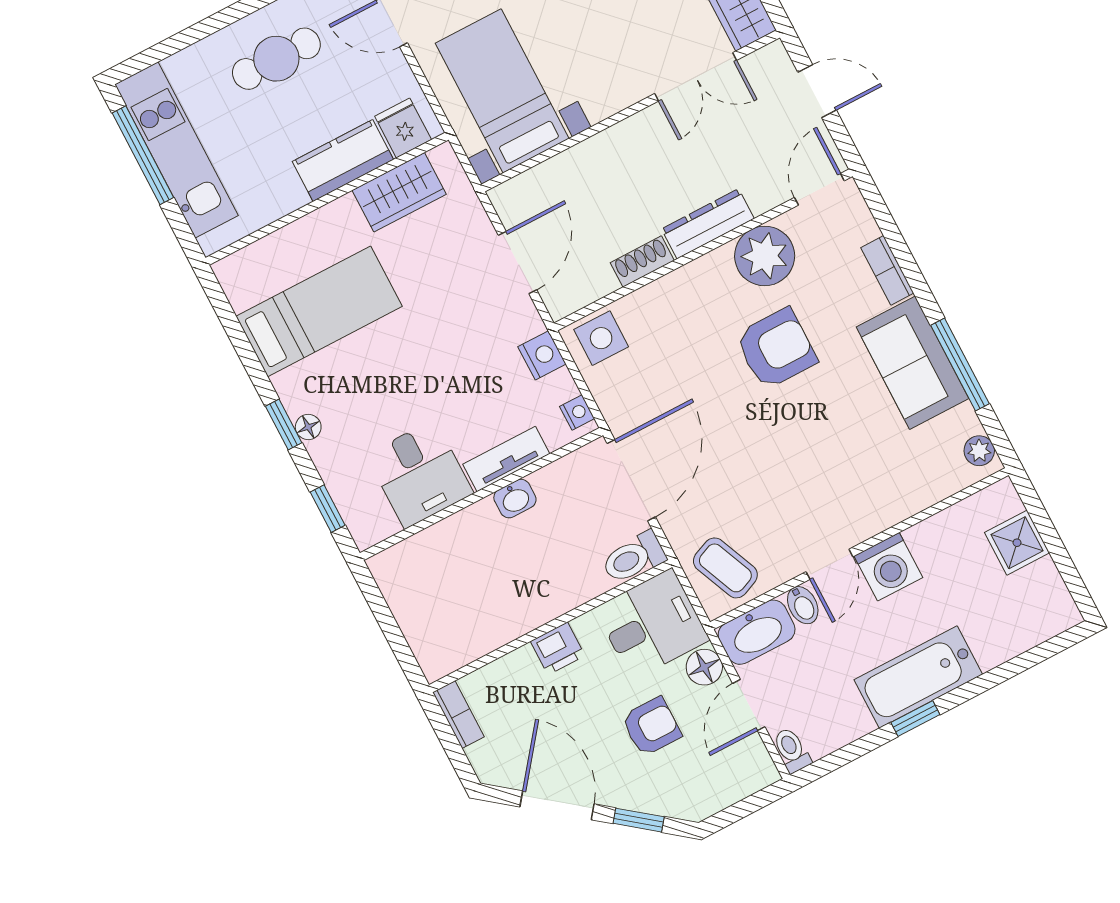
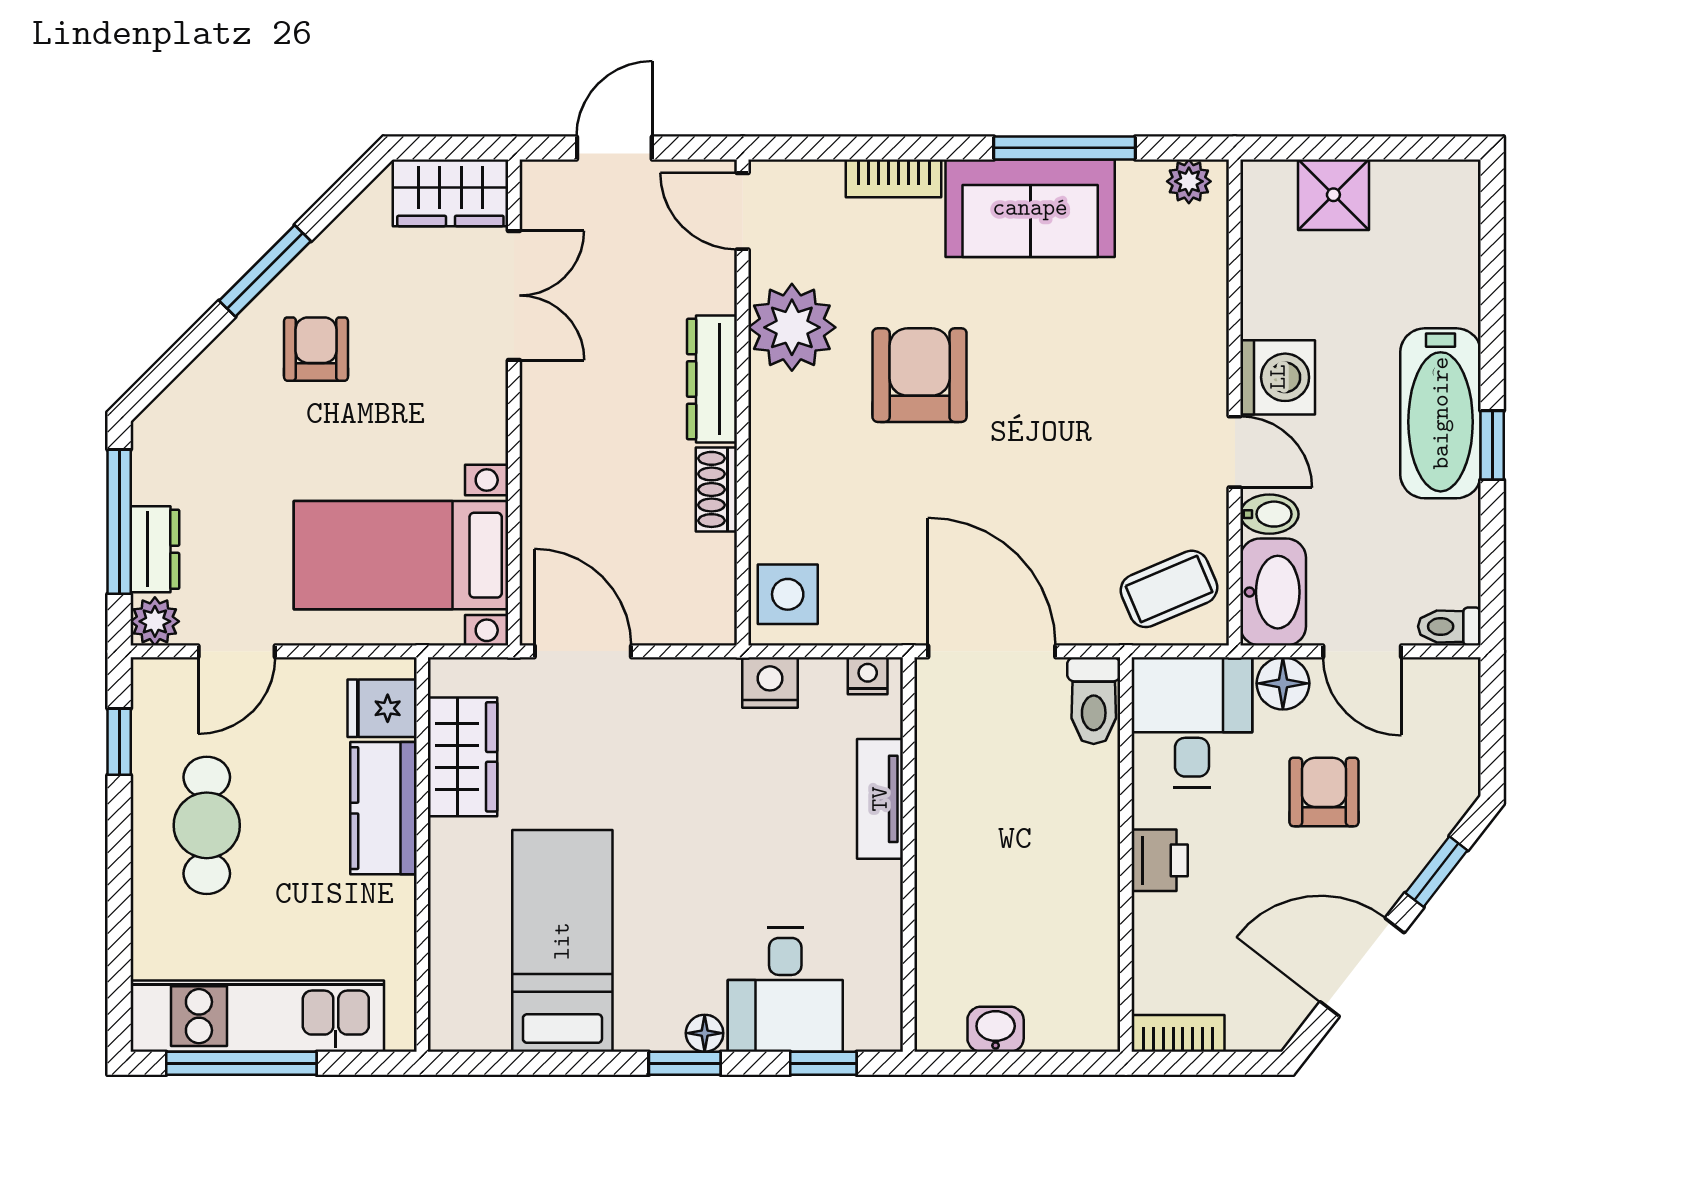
door: (517, 263) -> (583, 651), moved
desk: (420, 474) -> (785, 990), moved, turned 90
washbasin: (515, 499) -> (996, 1029), moved, turned -90

